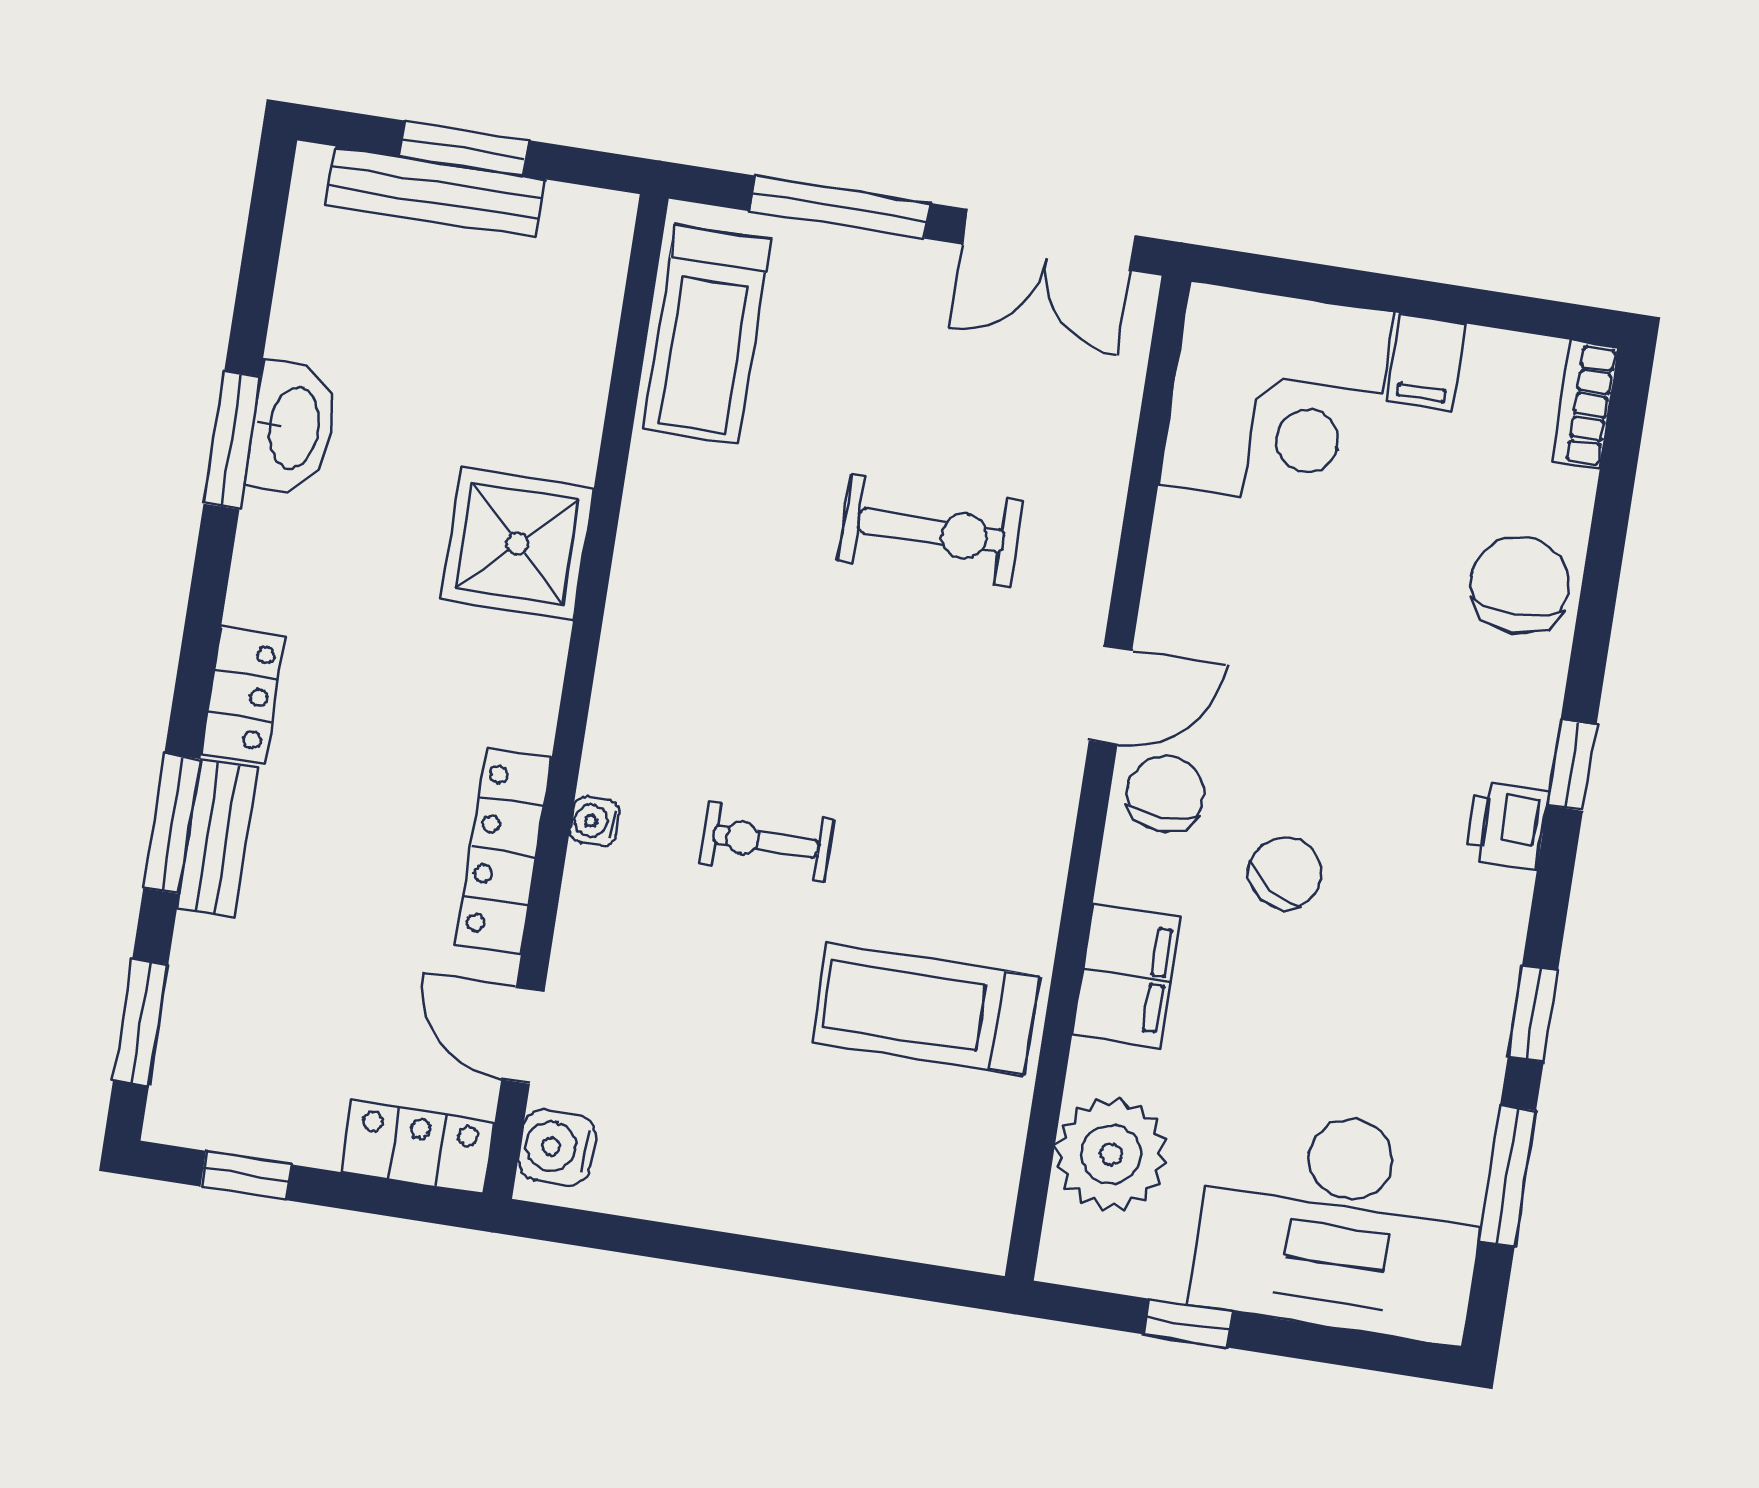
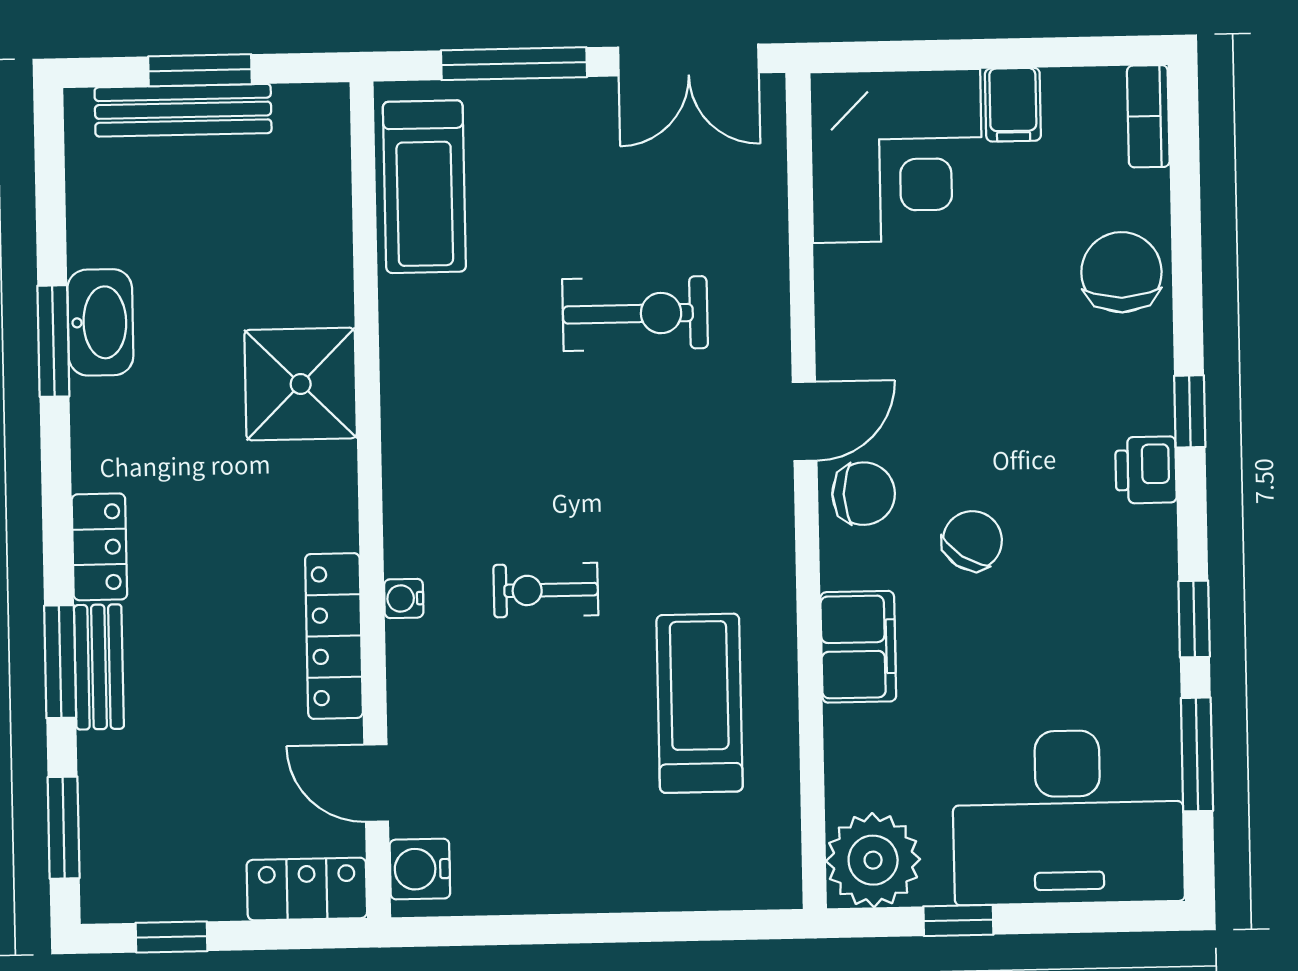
chair: (1165, 794) -> (864, 494), turned 89
treadmill: (925, 1009) -> (700, 703), turned 90
plant: (1111, 1154) -> (873, 860), moved

